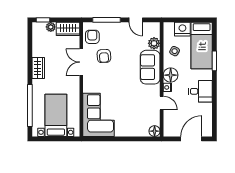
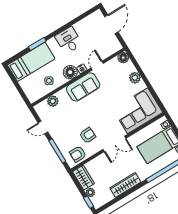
door: (136, 20) -> (43, 127), swing flipped
nightstand: (182, 29) -> (27, 85), removed
double door: (81, 62) -> (114, 144), moved
sofa: (150, 67) -> (83, 87), moved
wardrobe: (38, 68) -> (125, 185), width x1.50
plant: (130, 131) -> (135, 78), added
door: (191, 139) -> (111, 24), swing flipped

